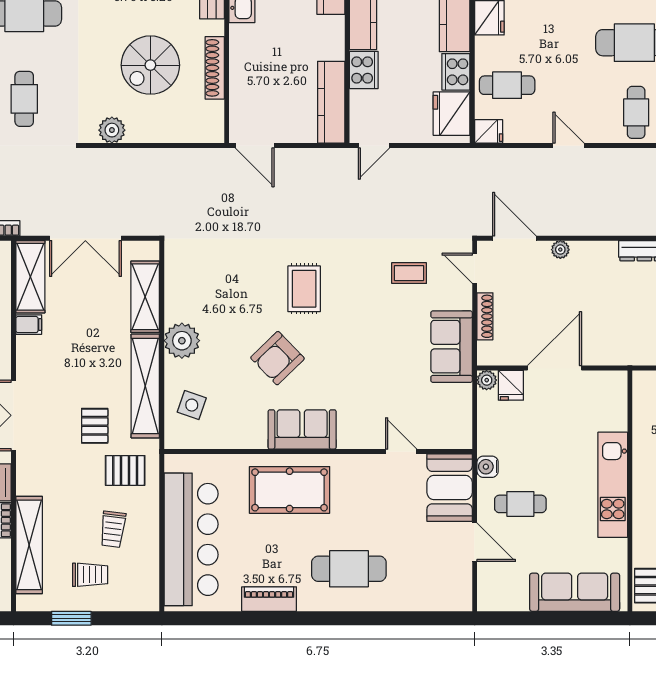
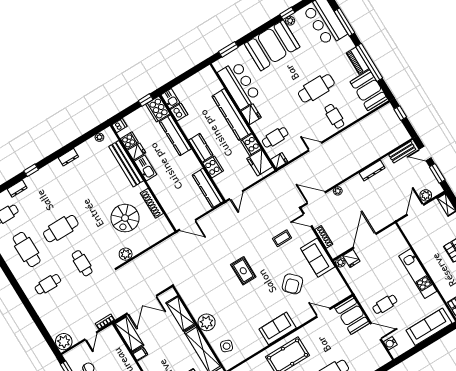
armchair: (277, 358) -> (292, 284), moved
water cooler: (488, 467) -> (390, 343), moved

